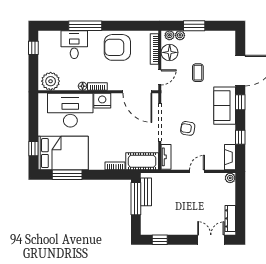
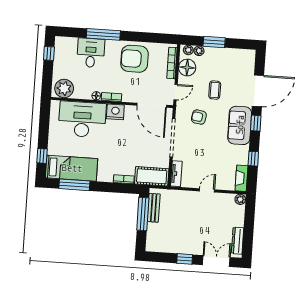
armchair: (188, 128) -> (199, 117), moved
bed: (63, 153) -> (72, 168), width x0.67
window: (160, 240) -> (185, 259), moved

